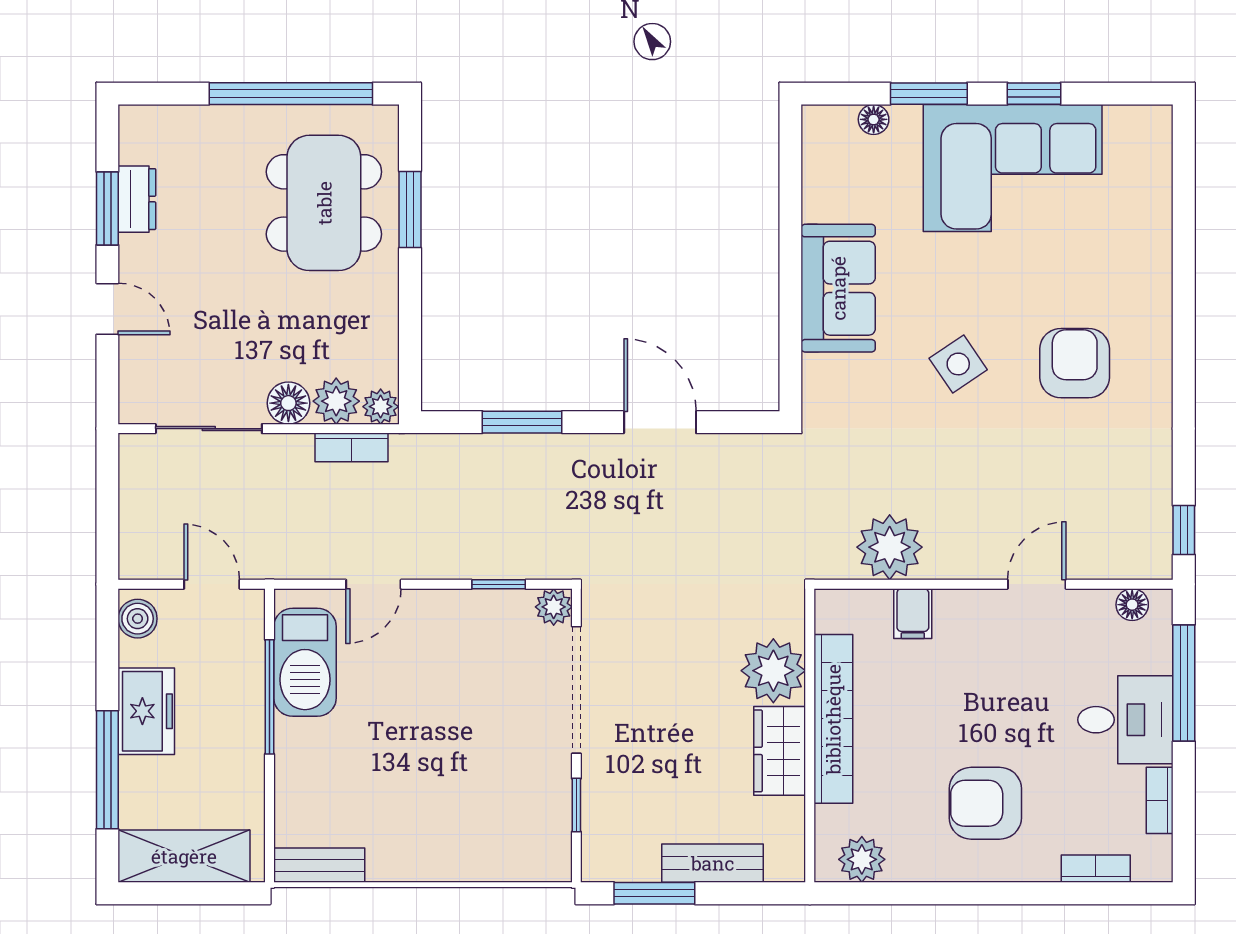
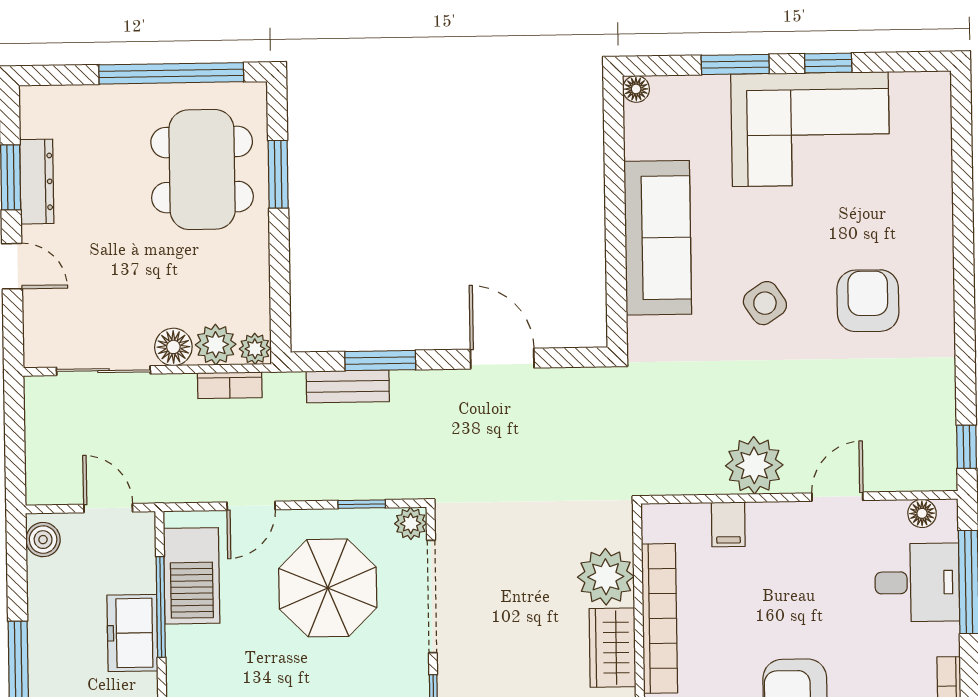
floor lamp: (874, 119) -> (636, 89), moved
dresser: (137, 199) -> (37, 182), width x1.44
sofa: (838, 288) -> (658, 238), width x1.36
bench: (485, 451) -> (348, 386), added
plant: (890, 547) -> (754, 465), moved
parasol: (459, 678) -> (328, 588), added
freezer: (146, 711) -> (132, 633), moved, turned 180
desk: (1125, 720) -> (917, 583), moved

